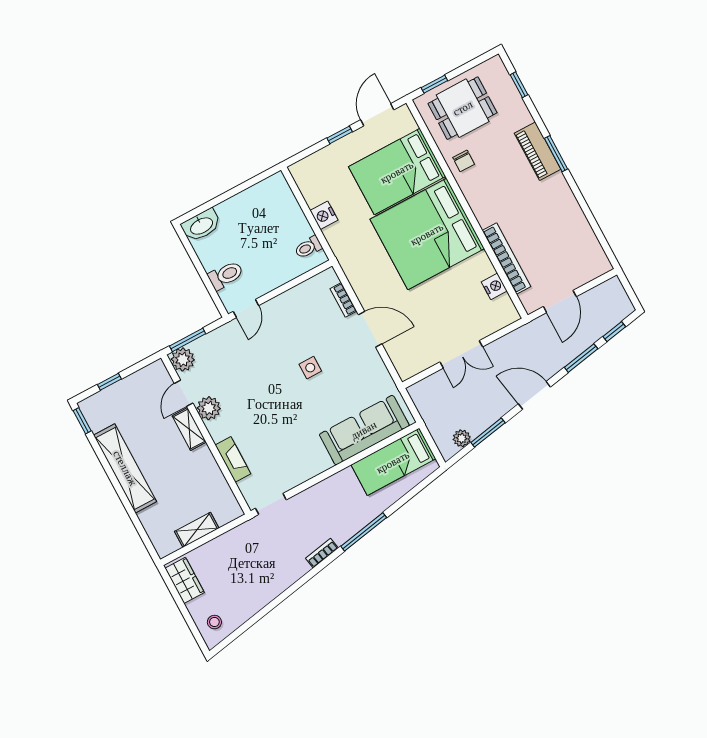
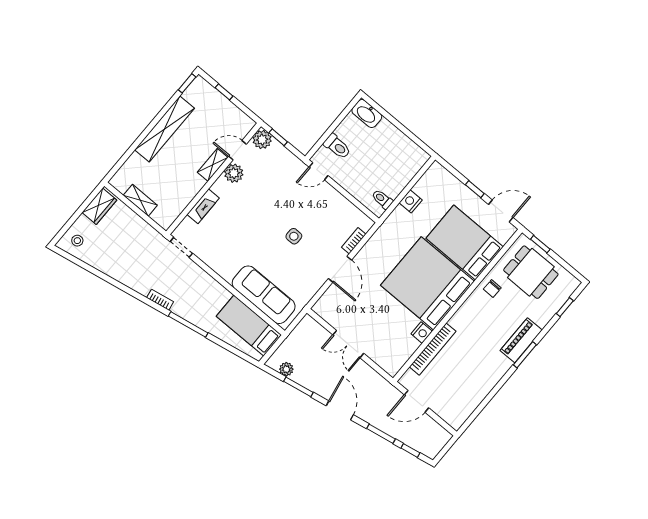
nightstand: (494, 286) -> (422, 333), moved
window: (188, 340) -> (278, 137), width x0.67

